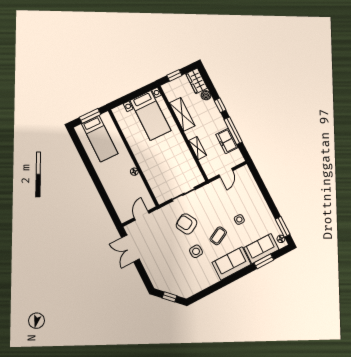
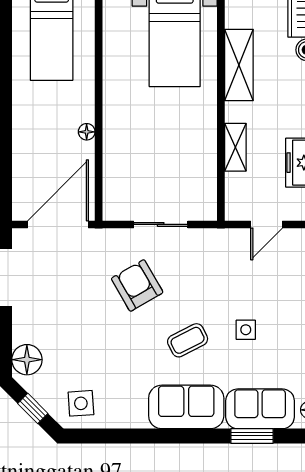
door: (142, 215) -> (58, 224), width x1.88
side table: (196, 251) -> (81, 403), moved
floor lamp: (157, 278) -> (27, 360), added

